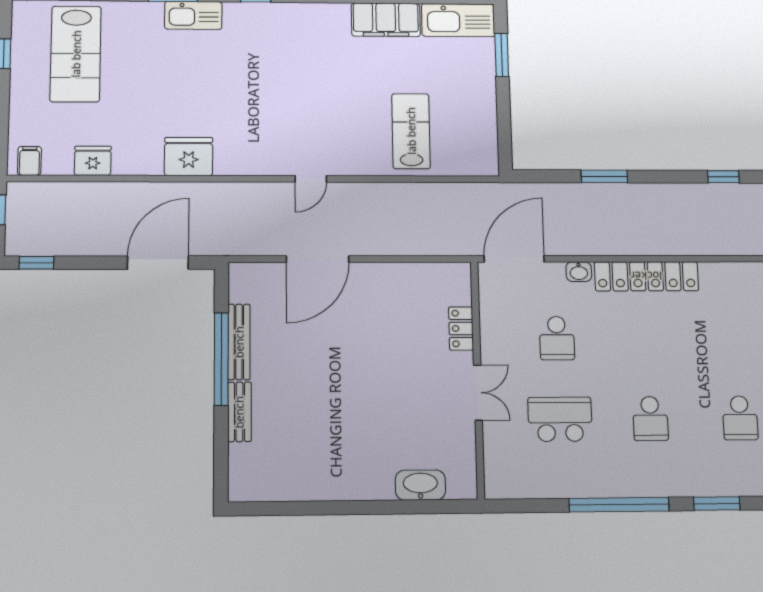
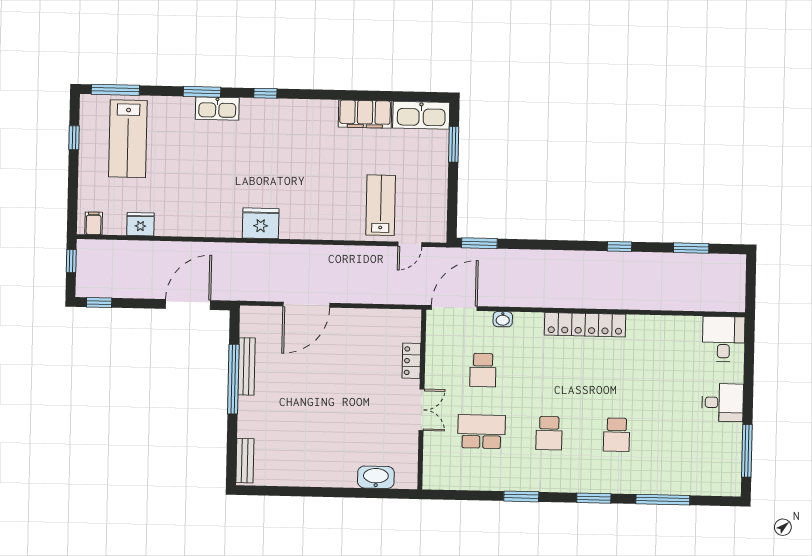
fridge: (189, 156) -> (261, 223), moved
window: (604, 176) -> (479, 243), moved
door: (311, 179) -> (410, 244), moved
locker: (646, 276) -> (585, 325), moved
bench: (239, 412) -> (245, 461), moved
window: (619, 505) -> (521, 496), width x0.47

